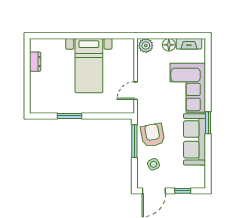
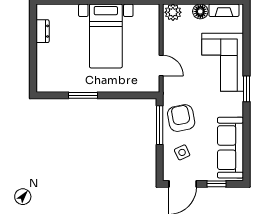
door: (136, 91) -> (161, 65), swing flipped
window: (208, 123) -> (246, 89), moved
sofa: (194, 139) -> (230, 148), moved

